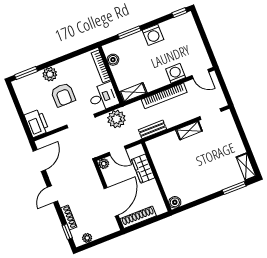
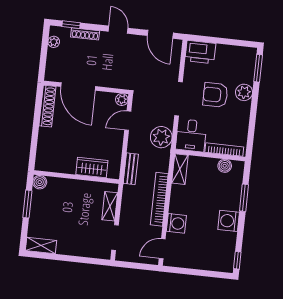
wardrobe: (143, 169) -> (92, 167), moved
wall: (156, 177) -> (76, 177), moved
window: (234, 188) -> (27, 204), moved
boiler: (175, 202) -> (40, 182), moved

